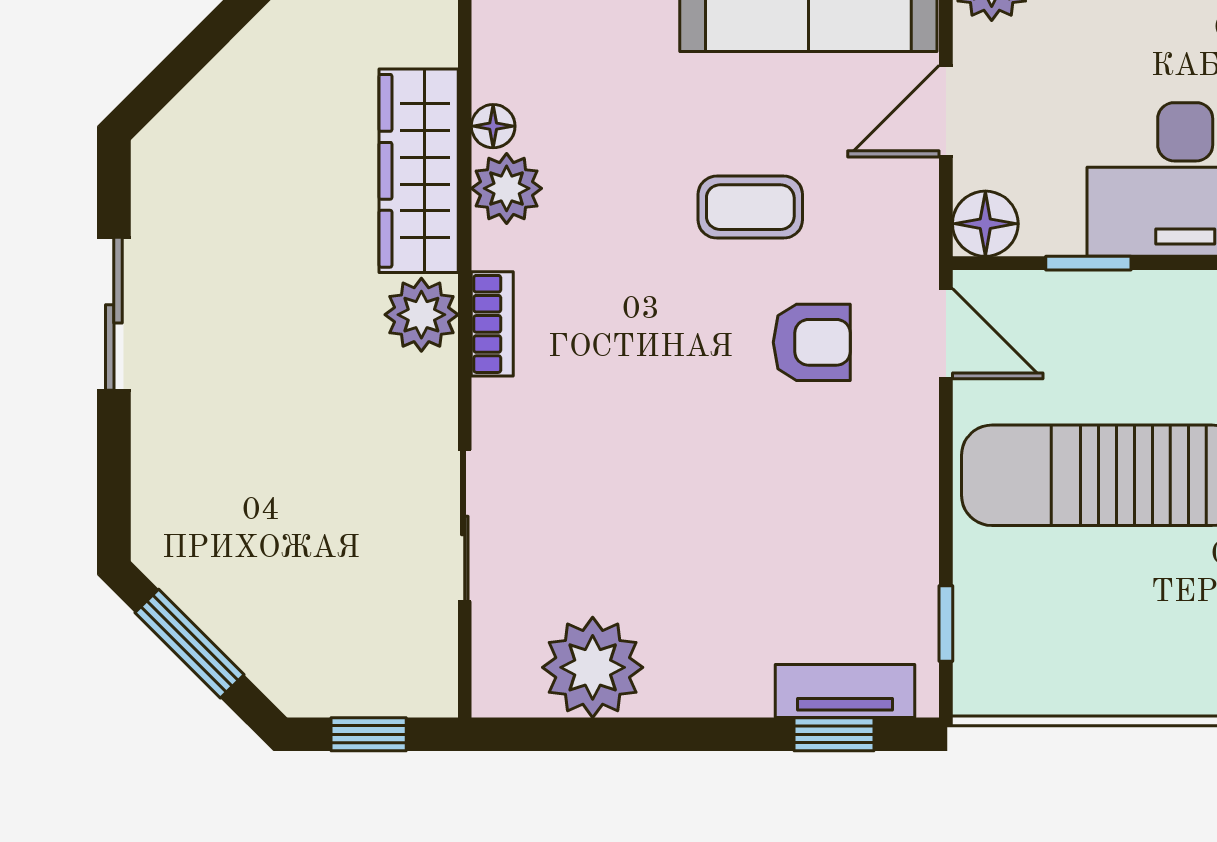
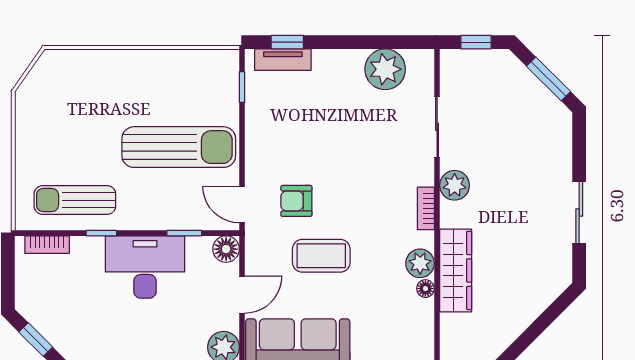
coffee table: (750, 207) -> (321, 256), width x1.36, depth x1.30
plant: (421, 315) -> (455, 185), moved

